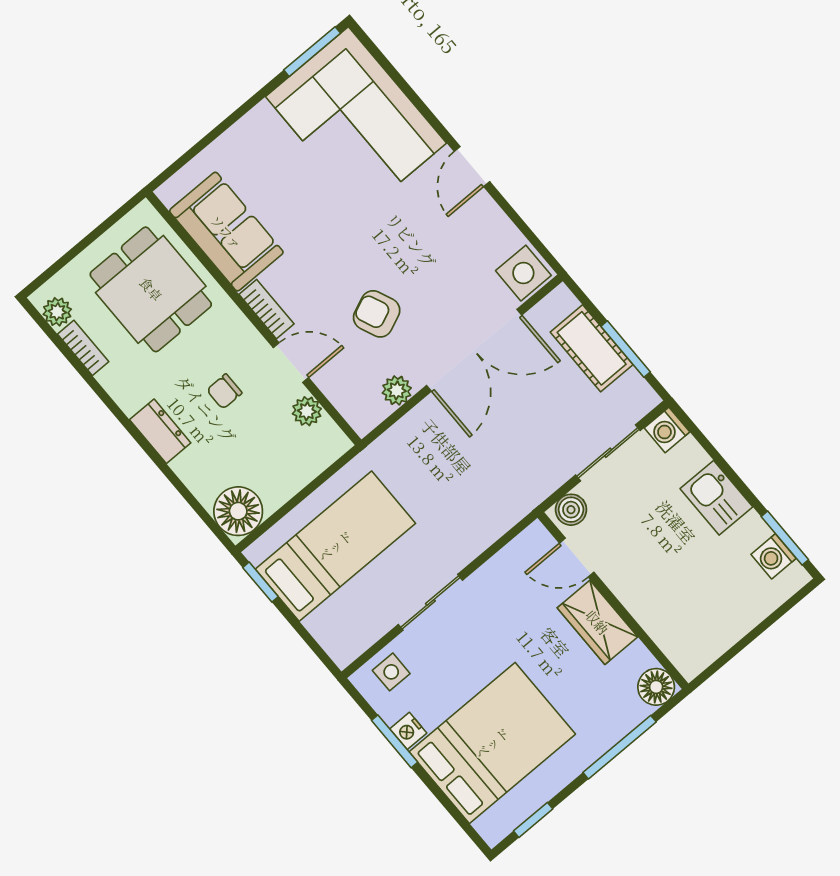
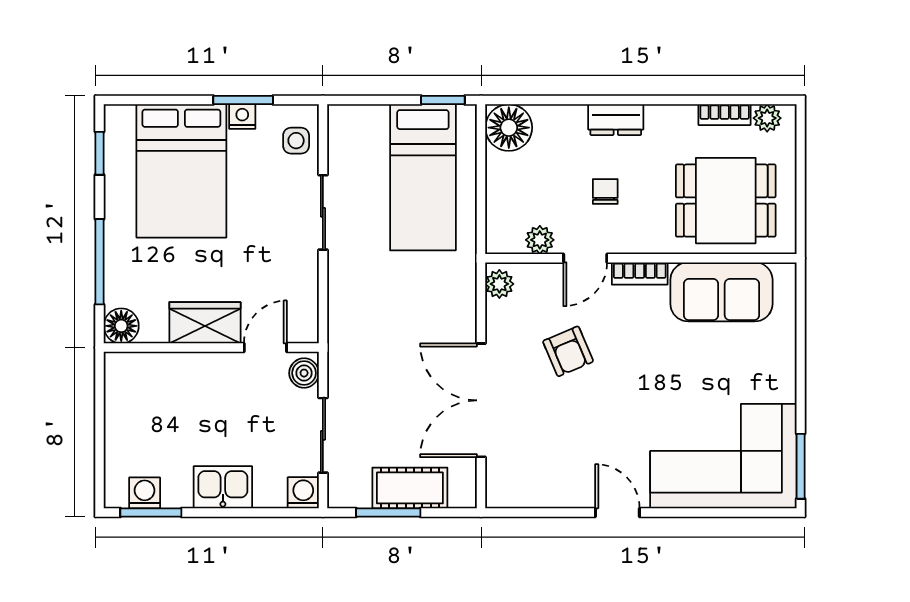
side table: (523, 273) -> (507, 484), removed
armchair: (377, 314) -> (568, 351), turned 90
plant: (397, 390) -> (499, 284), moved

